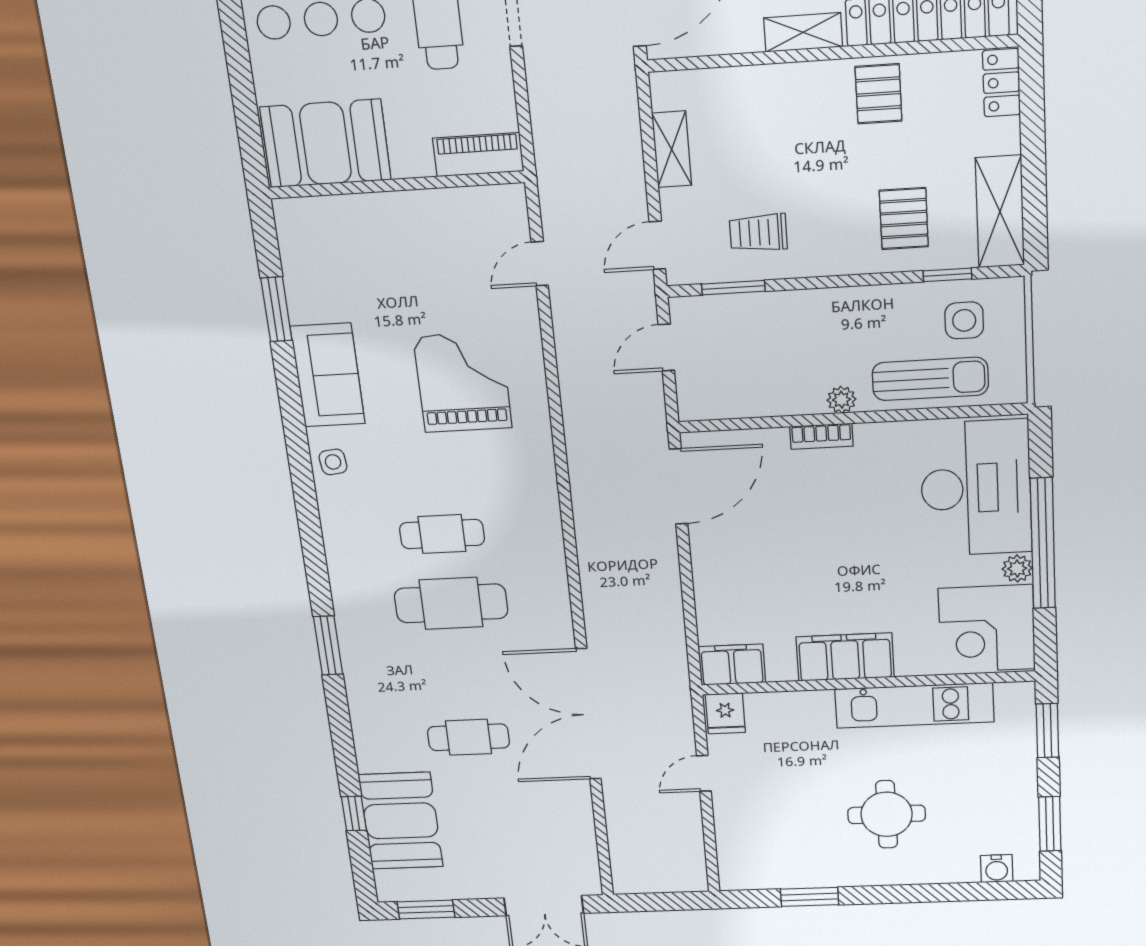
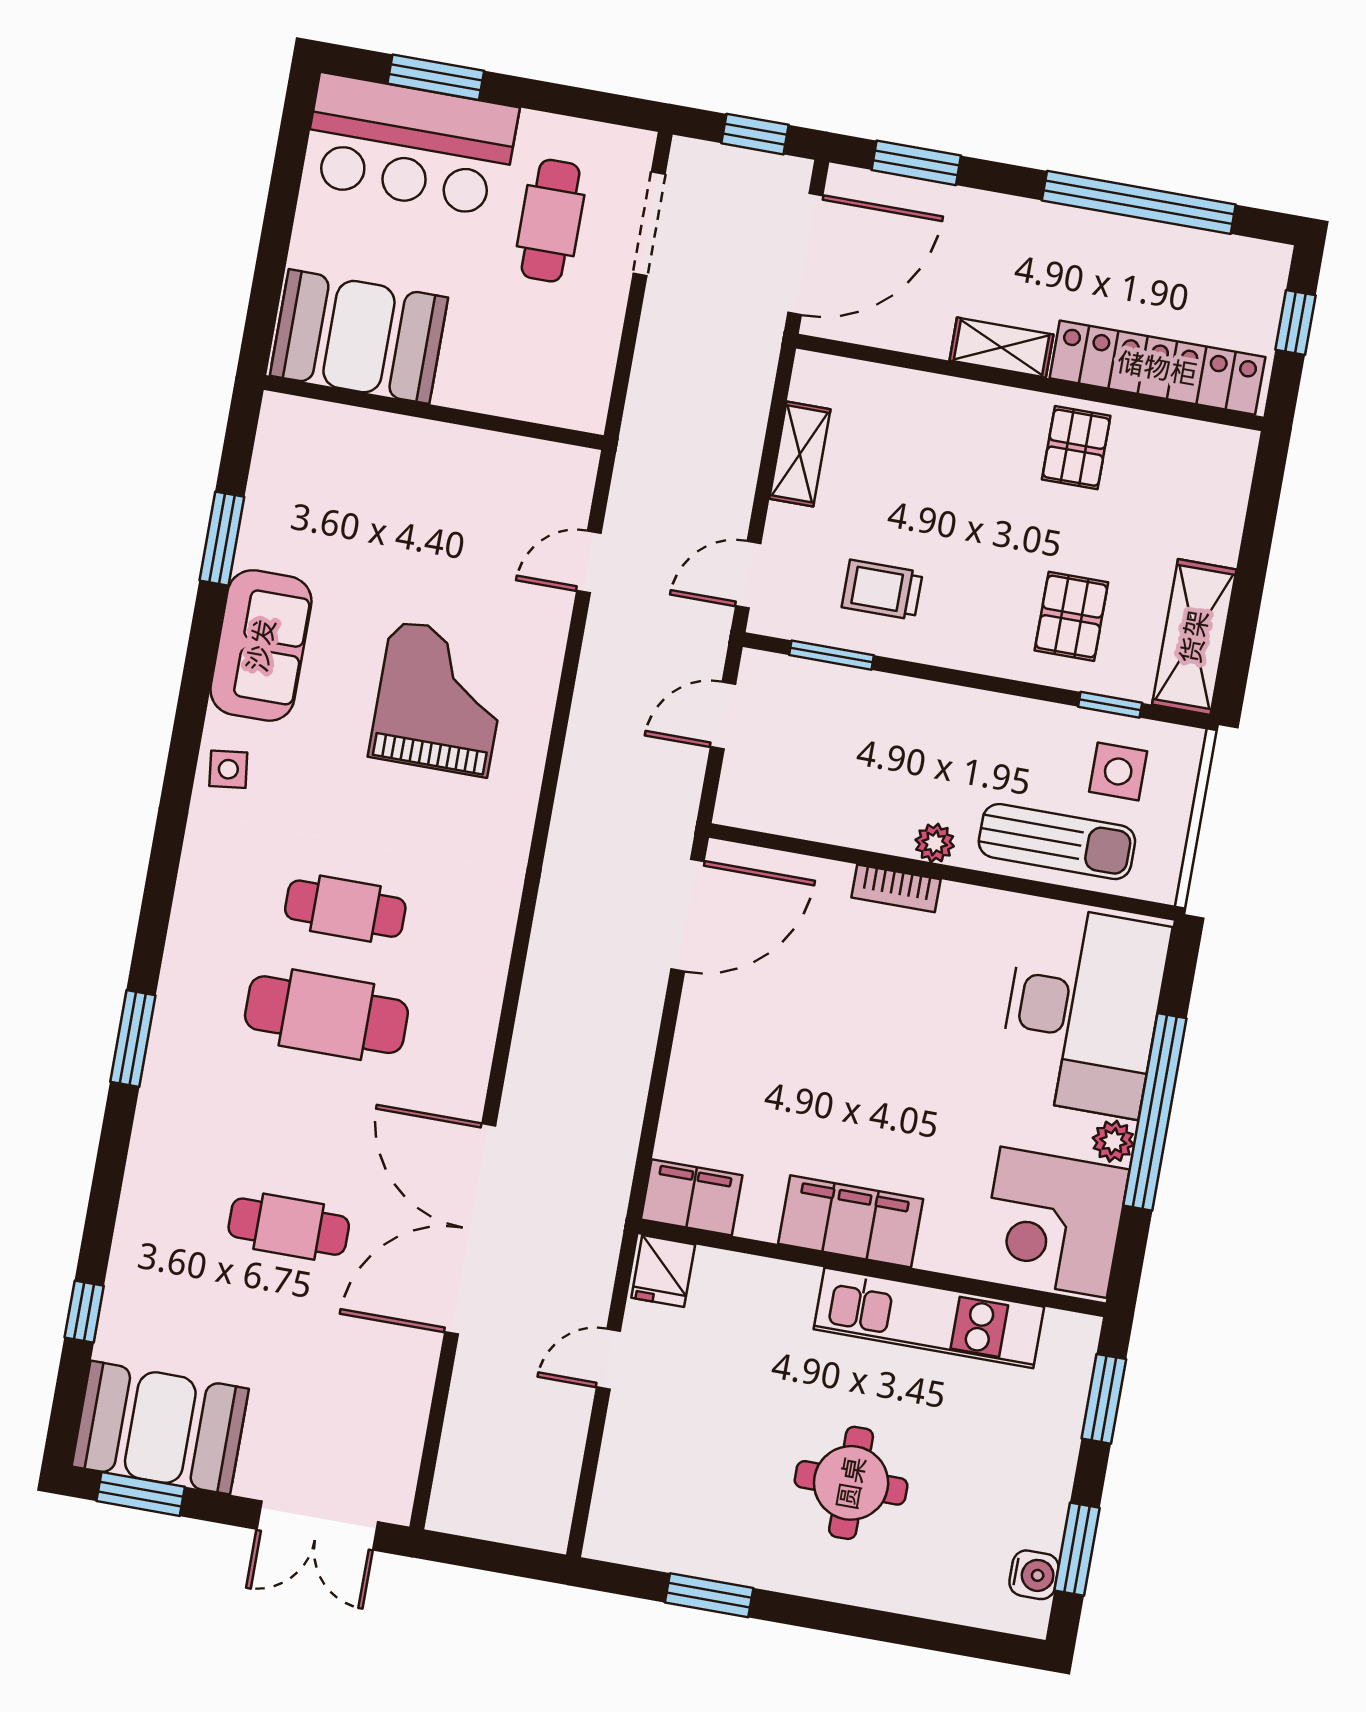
locker: (1001, 83) -> (1231, 472), removed
piano: (478, 155) -> (551, 400), removed
booth: (401, 821) -> (160, 1428), moved, turned 90
water cooler: (997, 869) -> (1034, 1575), moved, turned -90

